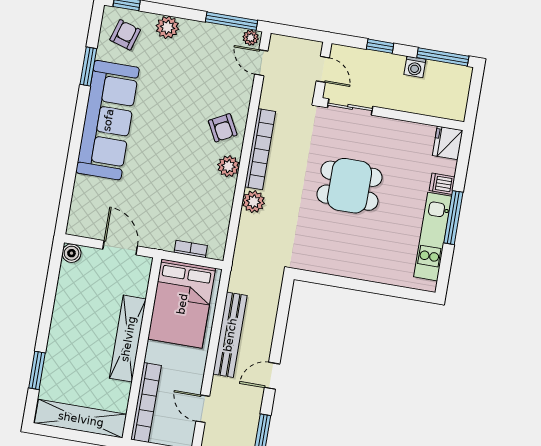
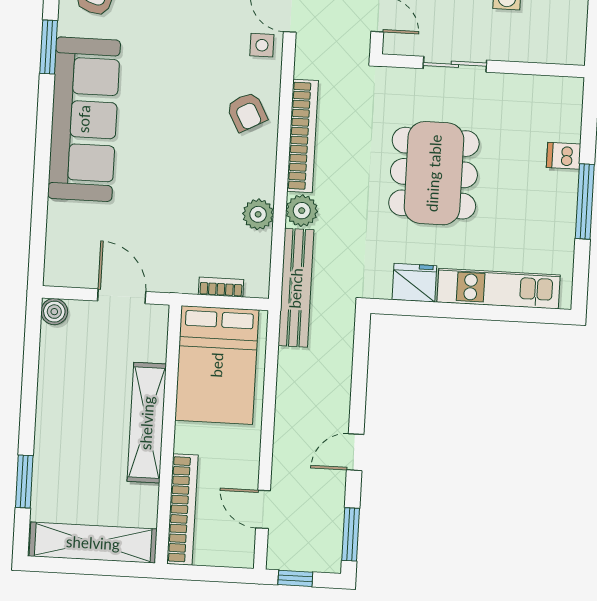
side table: (239, 82) -> (262, 45), added
sliding door: (350, 107) -> (455, 64), moved
fridge: (448, 143) -> (414, 283), moved, turned 90
plant: (228, 166) -> (258, 214), moved
dining table: (349, 186) -> (434, 173), width x1.38
kitchen unit: (433, 237) -> (499, 289), moved, turned 90
bench: (230, 335) -> (296, 288), moved

